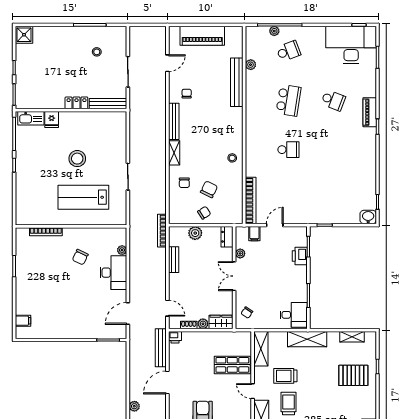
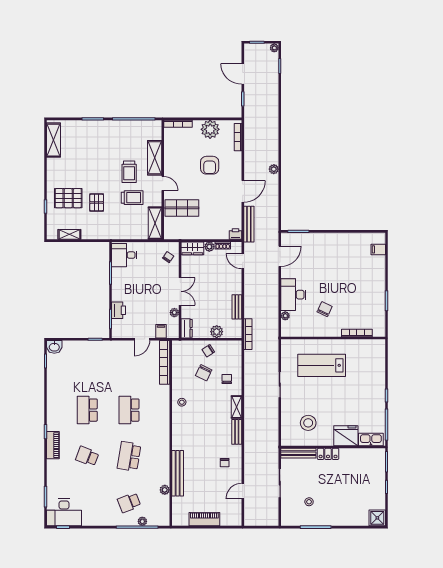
piano: (202, 36) -> (204, 519), width x0.73, depth x0.75
desk: (351, 45) -> (64, 512), width x0.73, depth x0.77
fridge: (52, 119) -> (346, 436), width x1.88, depth x1.34
bench: (174, 121) -> (237, 432), width x0.73
school desk: (288, 150) -> (129, 410), width x1.85
school desk: (333, 150) -> (87, 410), added
stool: (77, 159) -> (308, 423), moved
lab bench: (83, 197) -> (322, 365), turned 180
shelving: (307, 339) -> (112, 232), removed
pallet: (323, 371) -> (97, 202), added

